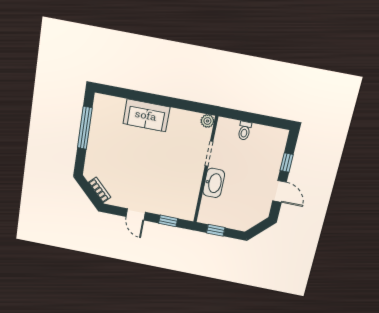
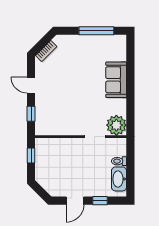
plant: (207, 121) -> (116, 125), width x1.87, depth x1.87
washbasin: (214, 183) -> (119, 179), moved, turned 90
door: (136, 214) -> (31, 85), hinge flipped

